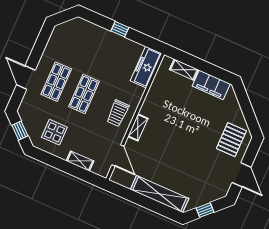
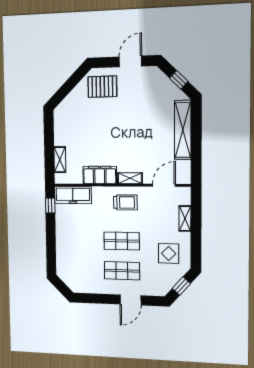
window: (120, 29) -> (50, 206), moved
filing cabinet: (211, 85) -> (100, 175), moved, turned -90

